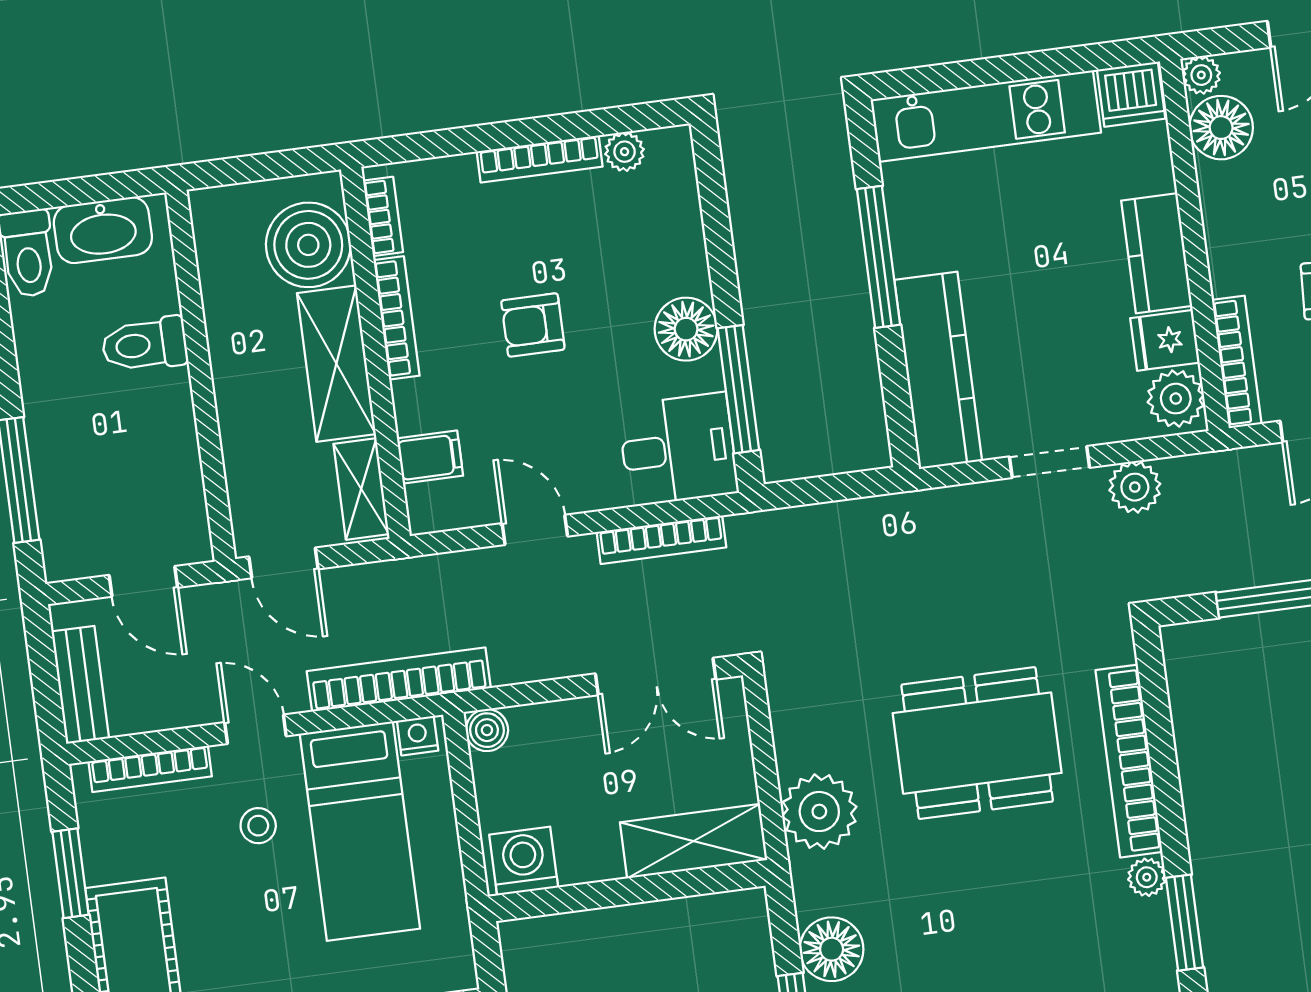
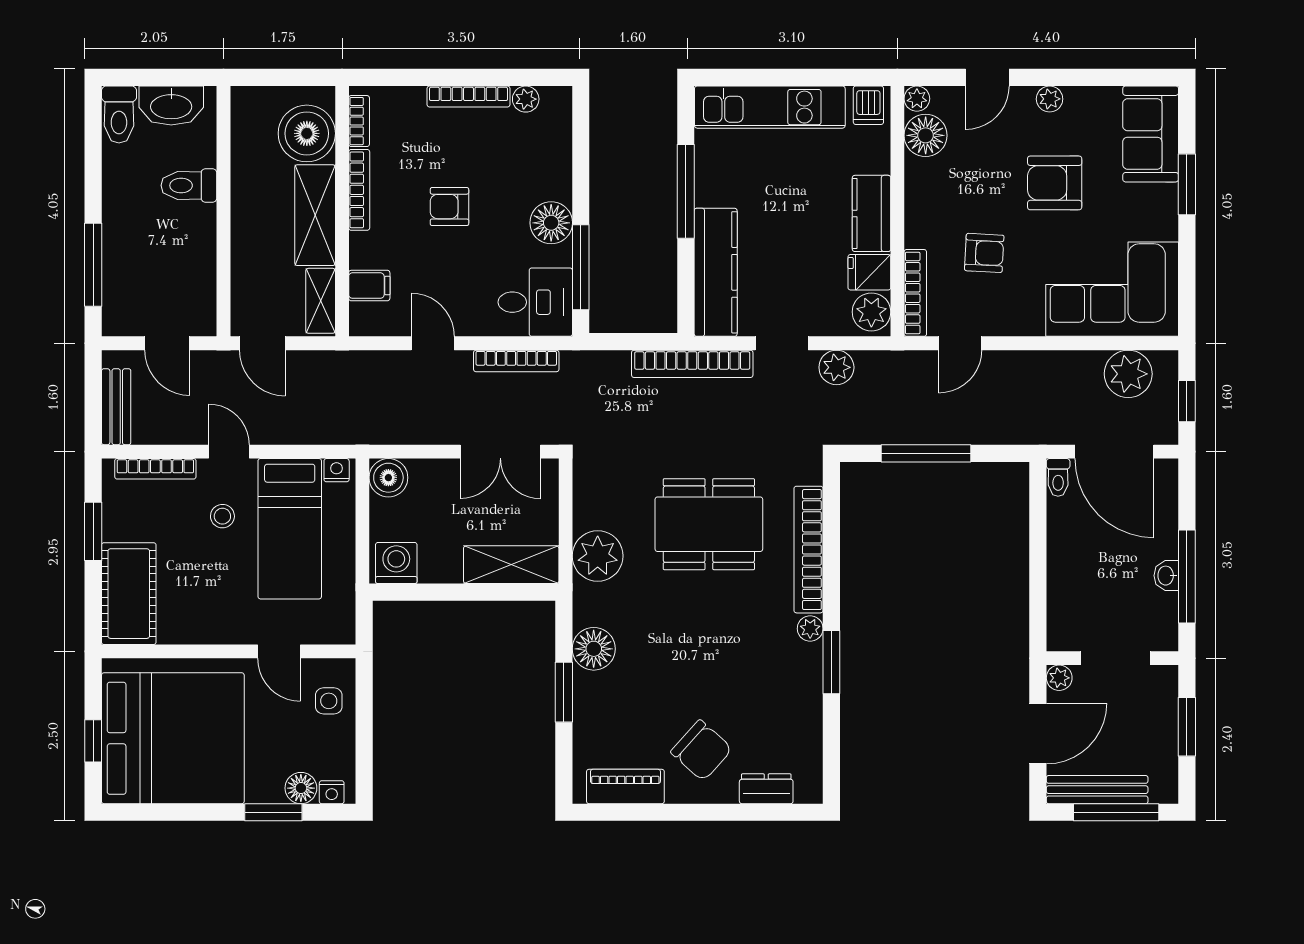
dishwasher: (1131, 94) -> (868, 105), width x0.73
bookcase: (399, 680) -> (692, 364), moved, turned 180
boiler: (487, 730) -> (388, 478), width x1.36, depth x1.36

